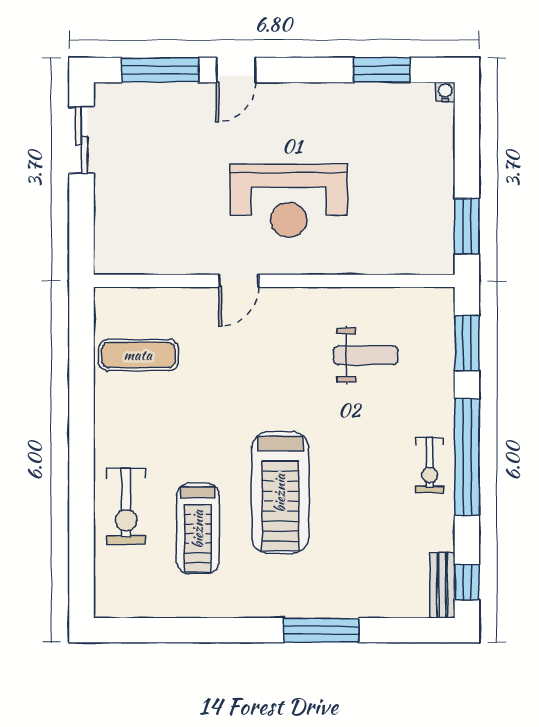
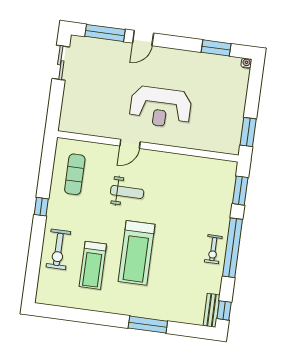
exercise mat: (138, 355) -> (75, 174), turned 90
weight bench: (366, 355) -> (127, 192), moved
window: (81, 427) -> (41, 207), added

